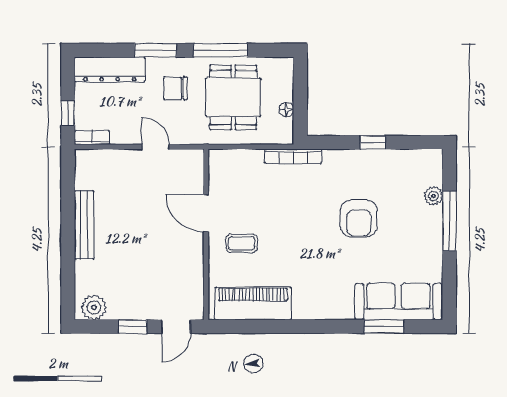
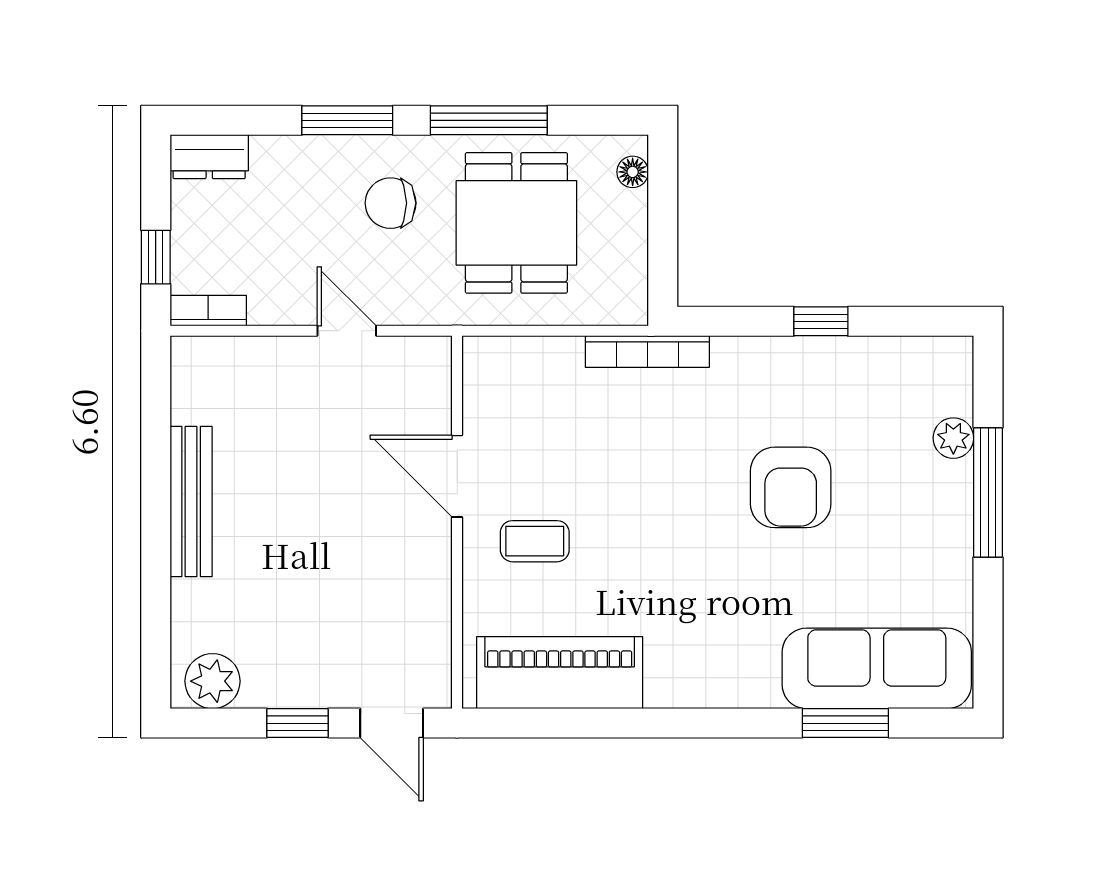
dresser: (110, 69) -> (209, 157), width x0.51, depth x0.80
floor lamp: (286, 110) -> (633, 172), moved
door: (176, 327) -> (392, 723), hinge flipped

